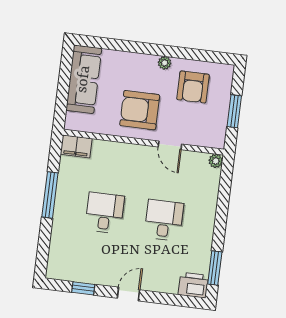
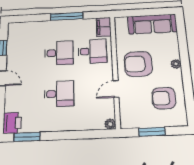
plant: (165, 63) -> (176, 64), moved
armchair: (140, 110) -> (138, 64), turned -90
desk: (110, 168) -> (92, 51), added

